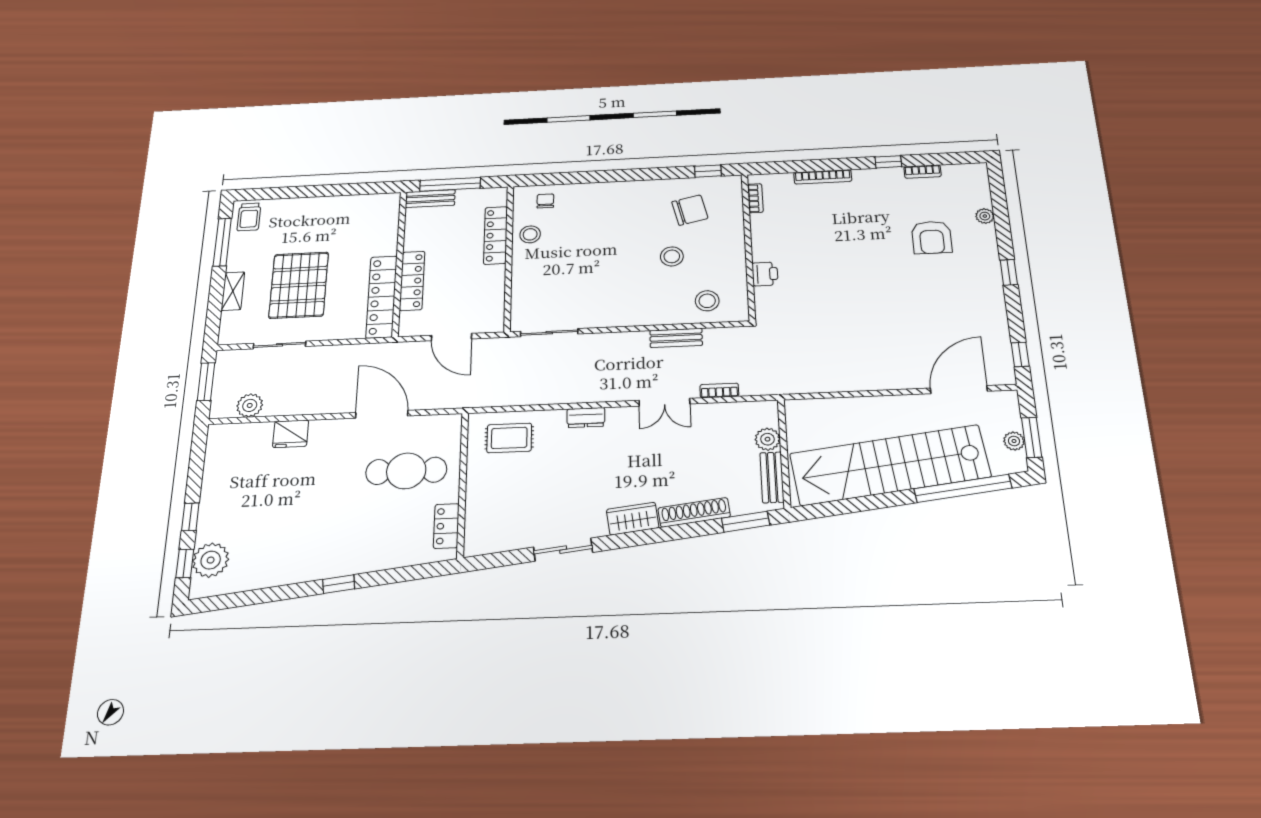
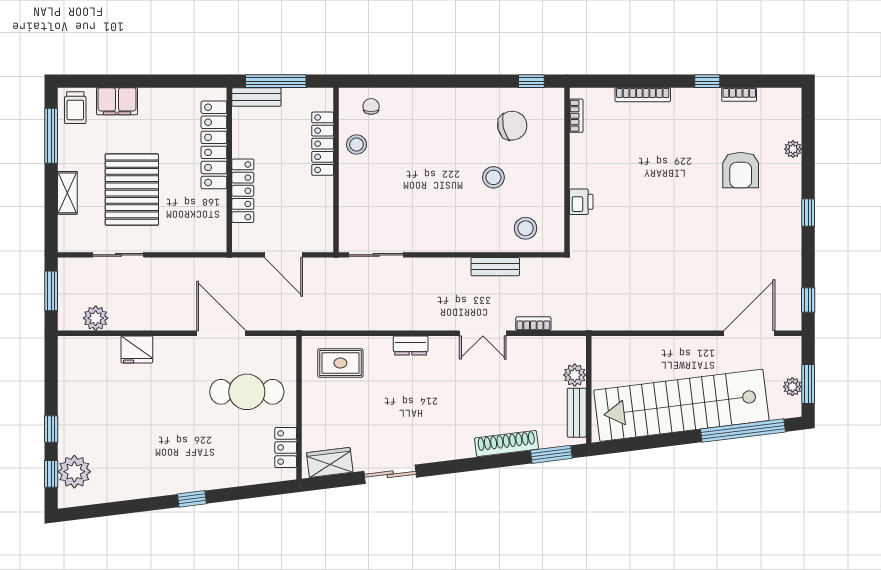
filing cabinet: (291, 209) -> (117, 101), added
locker: (382, 297) -> (214, 145), moved
wardrobe: (633, 519) -> (330, 462), moved

